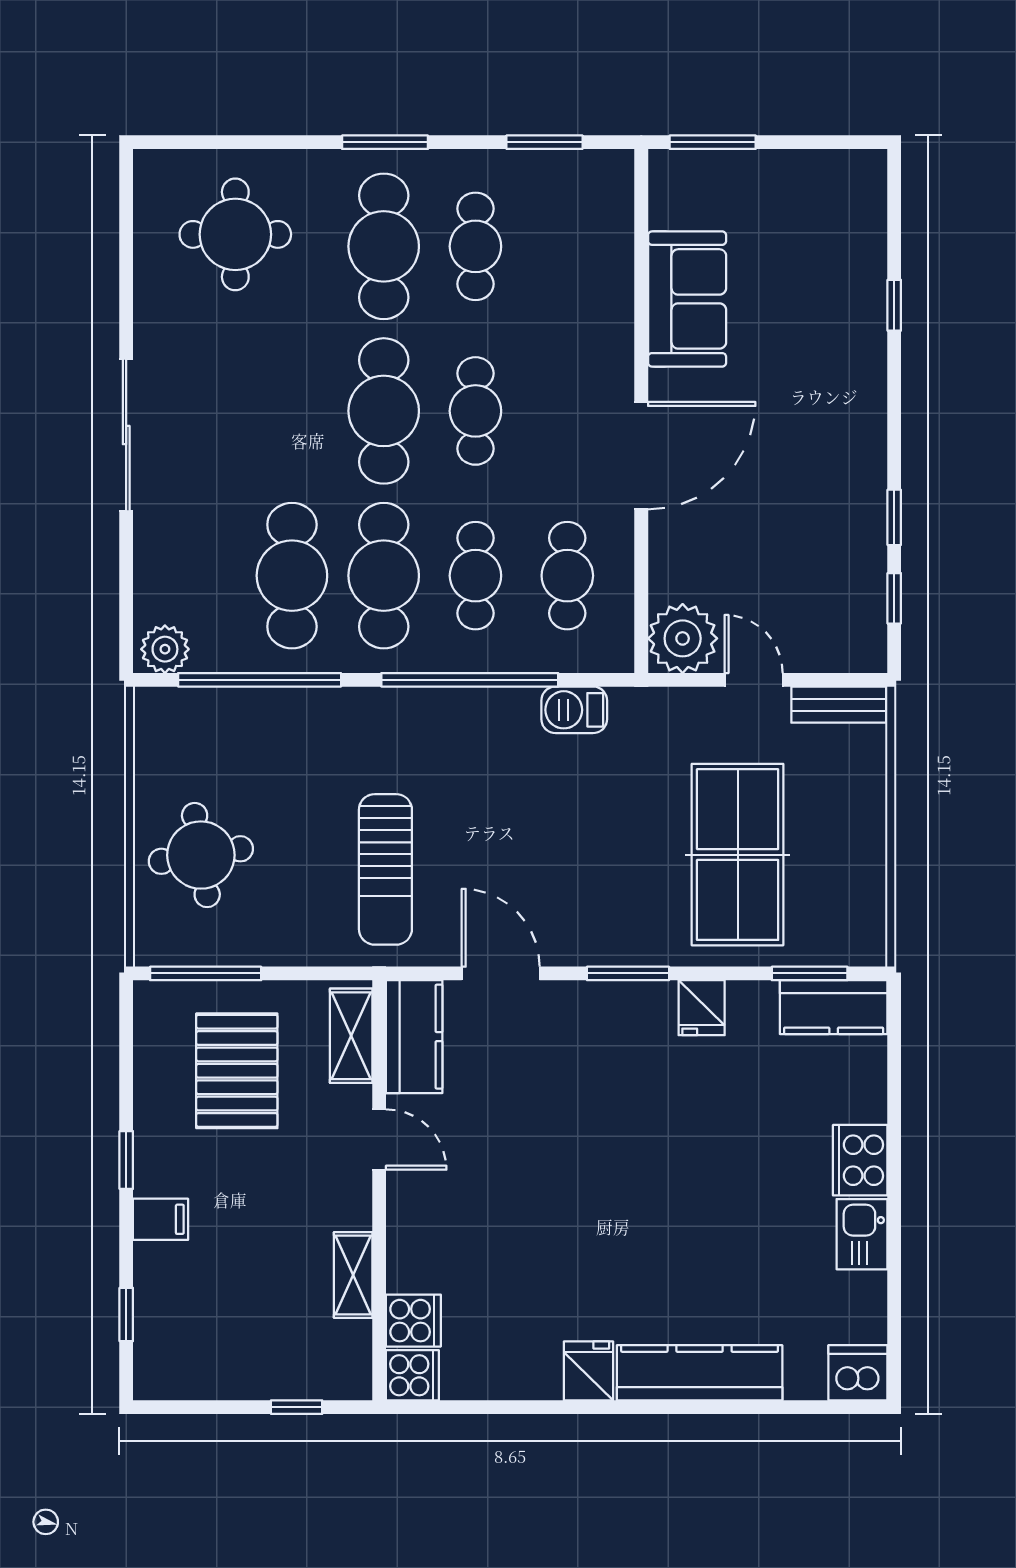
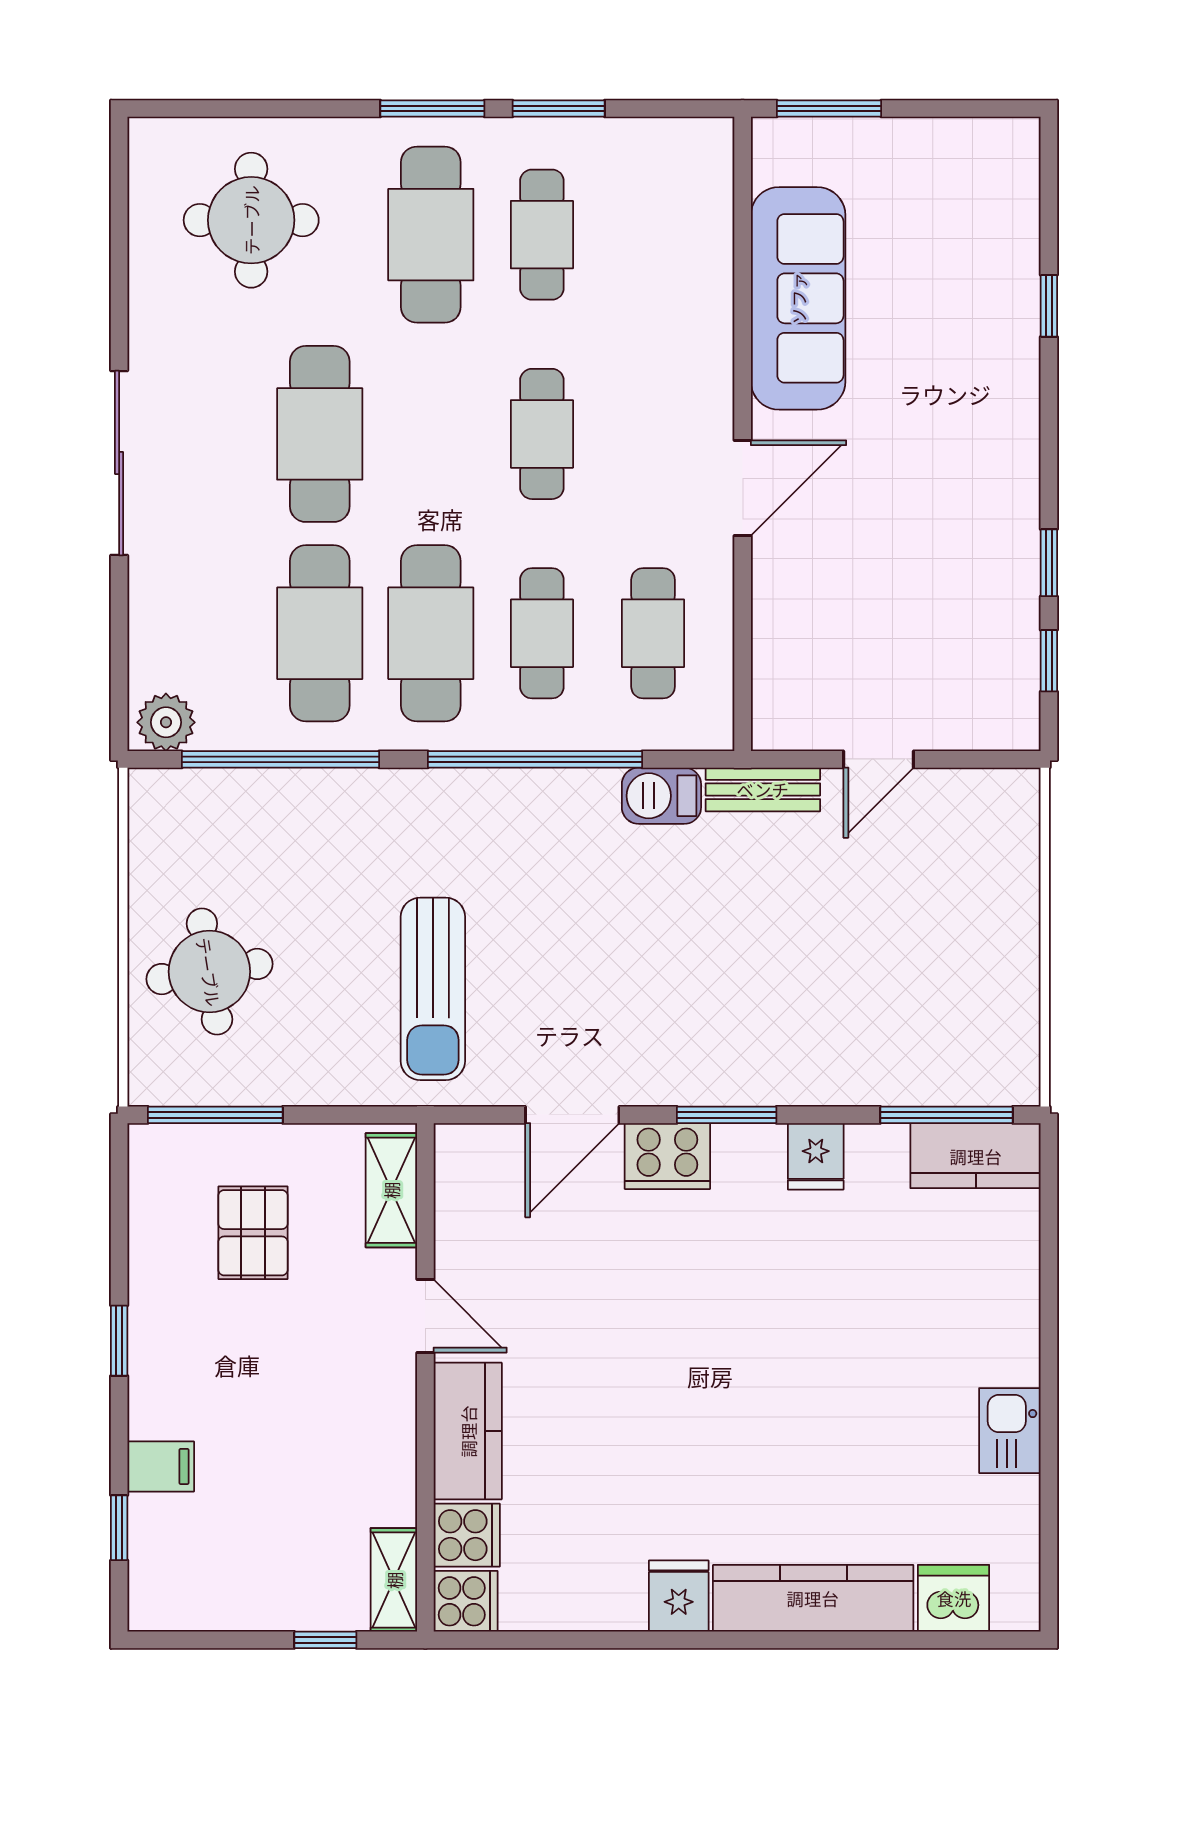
window: (545, 142) -> (559, 109), moved
sofa: (687, 299) -> (798, 298), width x1.36
cafe table: (384, 411) -> (320, 434), moved
door: (641, 456) -> (743, 488), width x0.73
plant: (683, 638) -> (793, 709), removed
door: (754, 680) -> (879, 759), swing flipped
bench: (839, 705) -> (763, 789), moved
table tennis table: (738, 855) -> (859, 971), removed
door: (501, 973) -> (572, 1115), swing flipped
window: (810, 973) -> (946, 1115), width x1.44
kitchen counter: (414, 1037) -> (468, 1431), moved
pallet: (237, 1071) -> (253, 1233), width x0.67, depth x0.71
cooker: (860, 1160) -> (667, 1156), moved, turned -90
filing cabinet: (161, 1219) -> (161, 1466), moved
shelving: (353, 1275) -> (394, 1580), moved
dishwasher: (858, 1373) -> (954, 1598), moved

